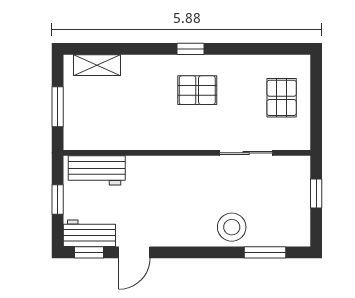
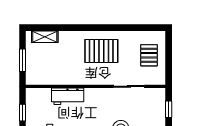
window: (191, 49) -> (98, 28), removed
pallet: (197, 90) -> (101, 51), width x1.50, depth x1.42
workbench: (97, 170) -> (68, 96), moved

